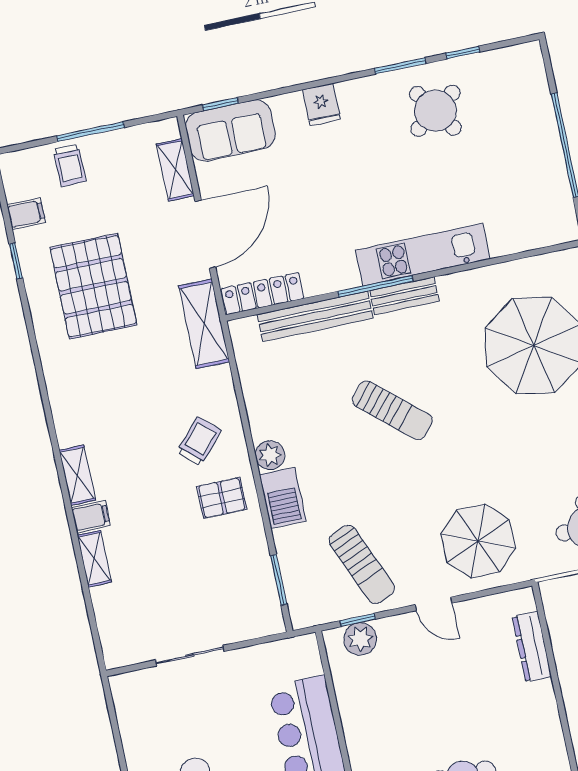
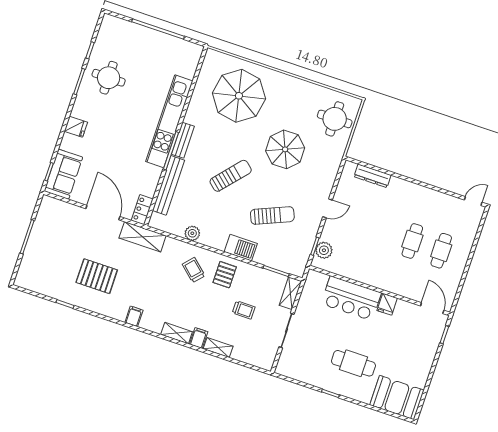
round table: (435, 111) -> (109, 78), turned 35
trolley: (70, 165) -> (244, 310), moved
shelving: (175, 170) -> (290, 293), moved, turned 90
filing cabinet: (26, 214) -> (134, 316), moved
kitchen unit: (423, 255) -> (169, 121), width x1.36
pallet: (93, 286) -> (97, 276), width x0.73, depth x0.71
locker: (263, 294) -> (142, 210), width x0.66
plant: (270, 455) -> (192, 233), moved
parasol: (478, 541) -> (285, 149), moved
sun lounger: (362, 564) -> (272, 215), moved

